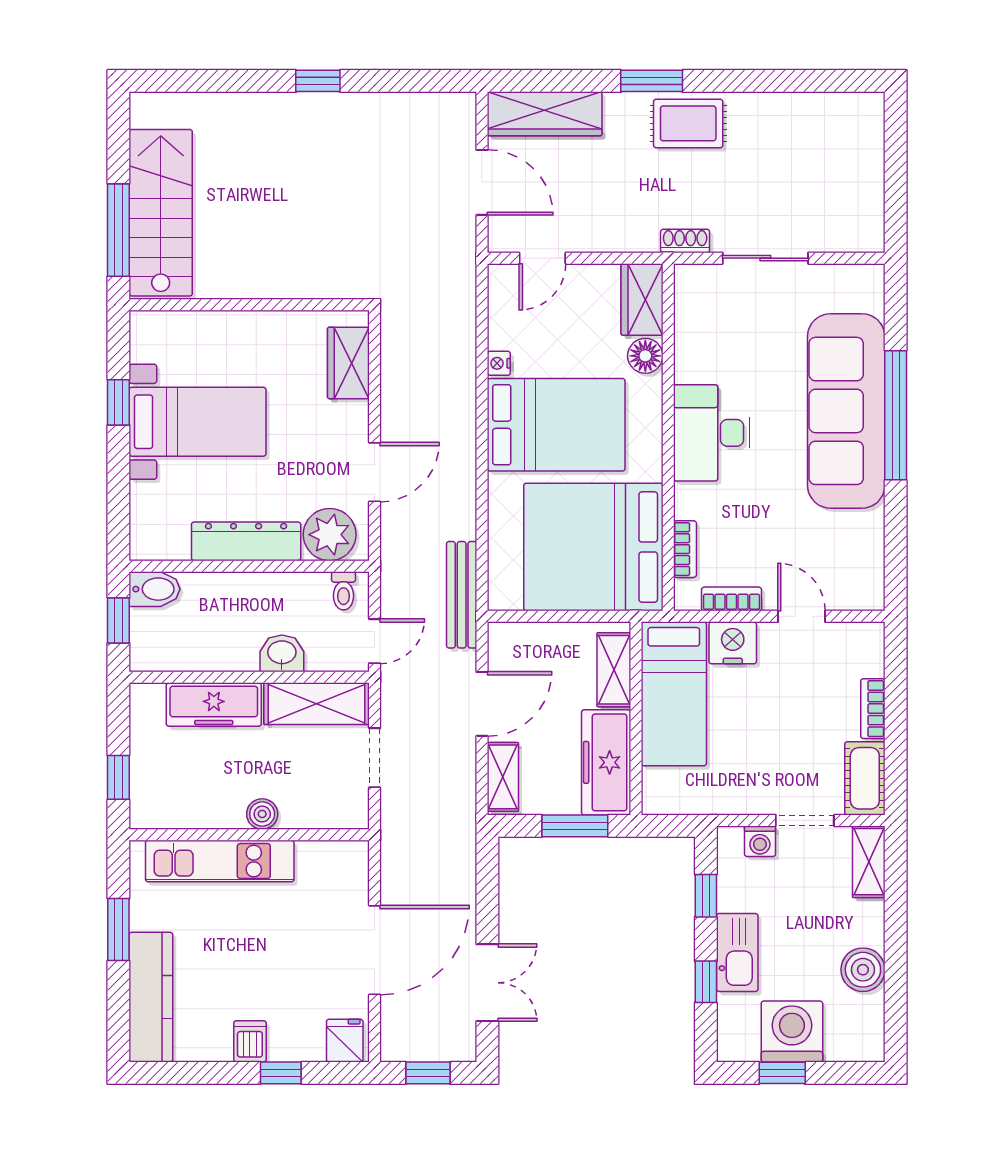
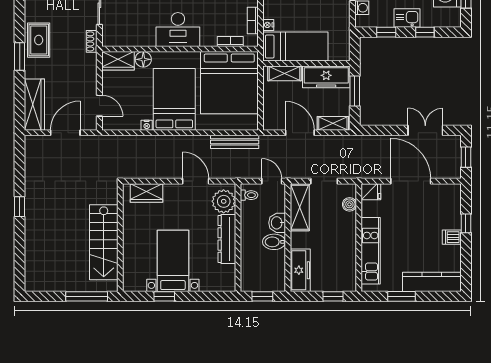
stairs: (161, 213) -> (104, 242), moved, turned -90
bidet: (155, 589) -> (274, 242), moved, turned -90
bench: (462, 595) -> (235, 142), moved
nightstand: (733, 643) -> (268, 25), width x0.53, depth x0.56
freezer: (214, 705) -> (300, 270), moved
boiler: (262, 814) -> (349, 204), moved
kitchen sink: (737, 953) -> (407, 18), width x0.73
fridge: (345, 1041) -> (371, 192), moved, turned 180

